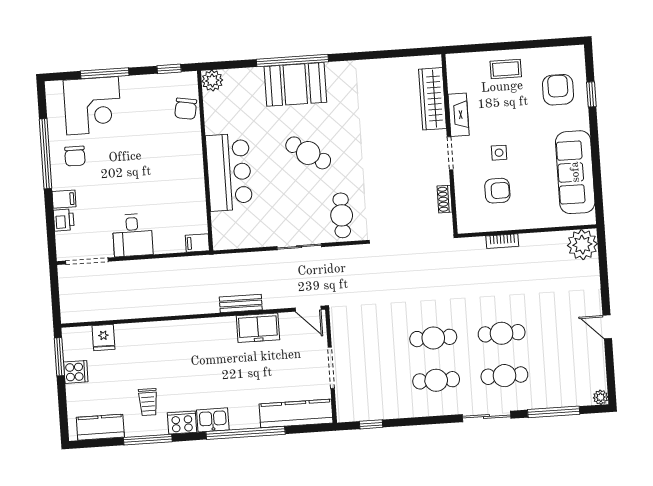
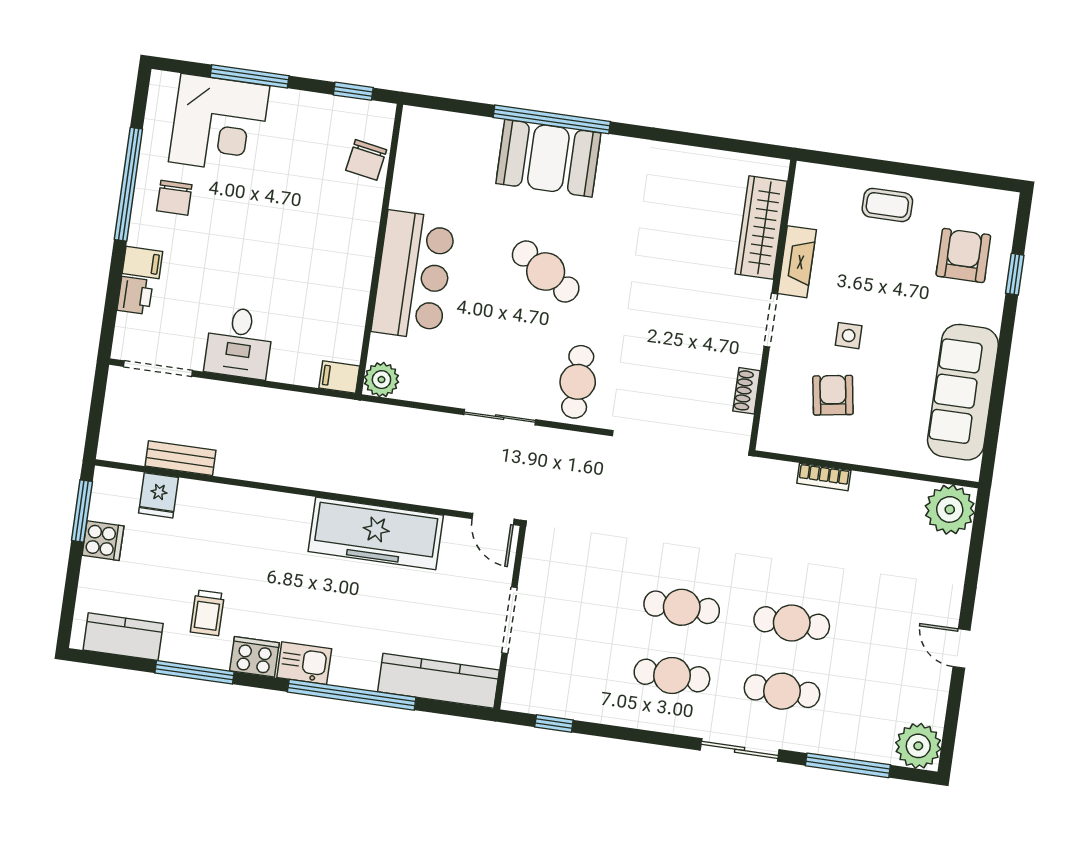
plant: (212, 81) -> (381, 380), moved
armchair: (497, 191) -> (833, 395), turned -99
bench: (241, 303) -> (180, 458), moved
freezer: (258, 328) -> (376, 533), width x1.91, depth x1.26
plant: (601, 397) -> (918, 746), width x1.88, depth x1.88

